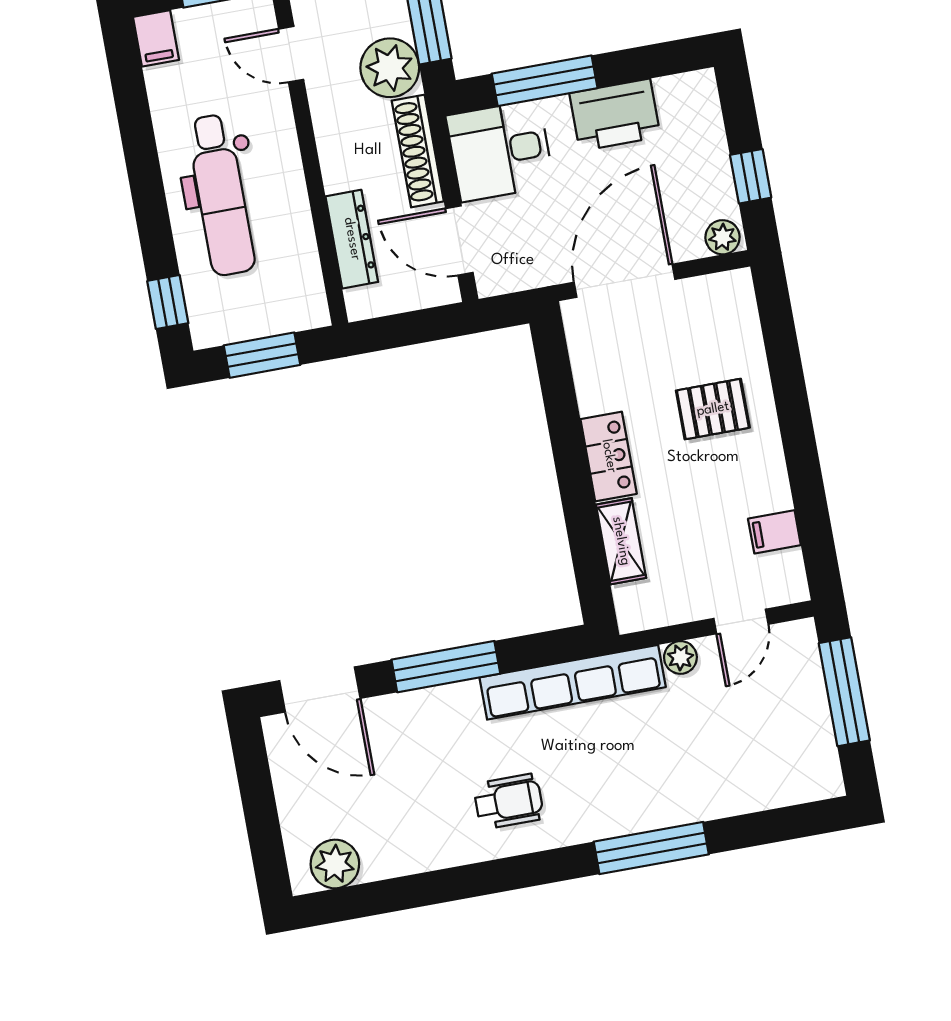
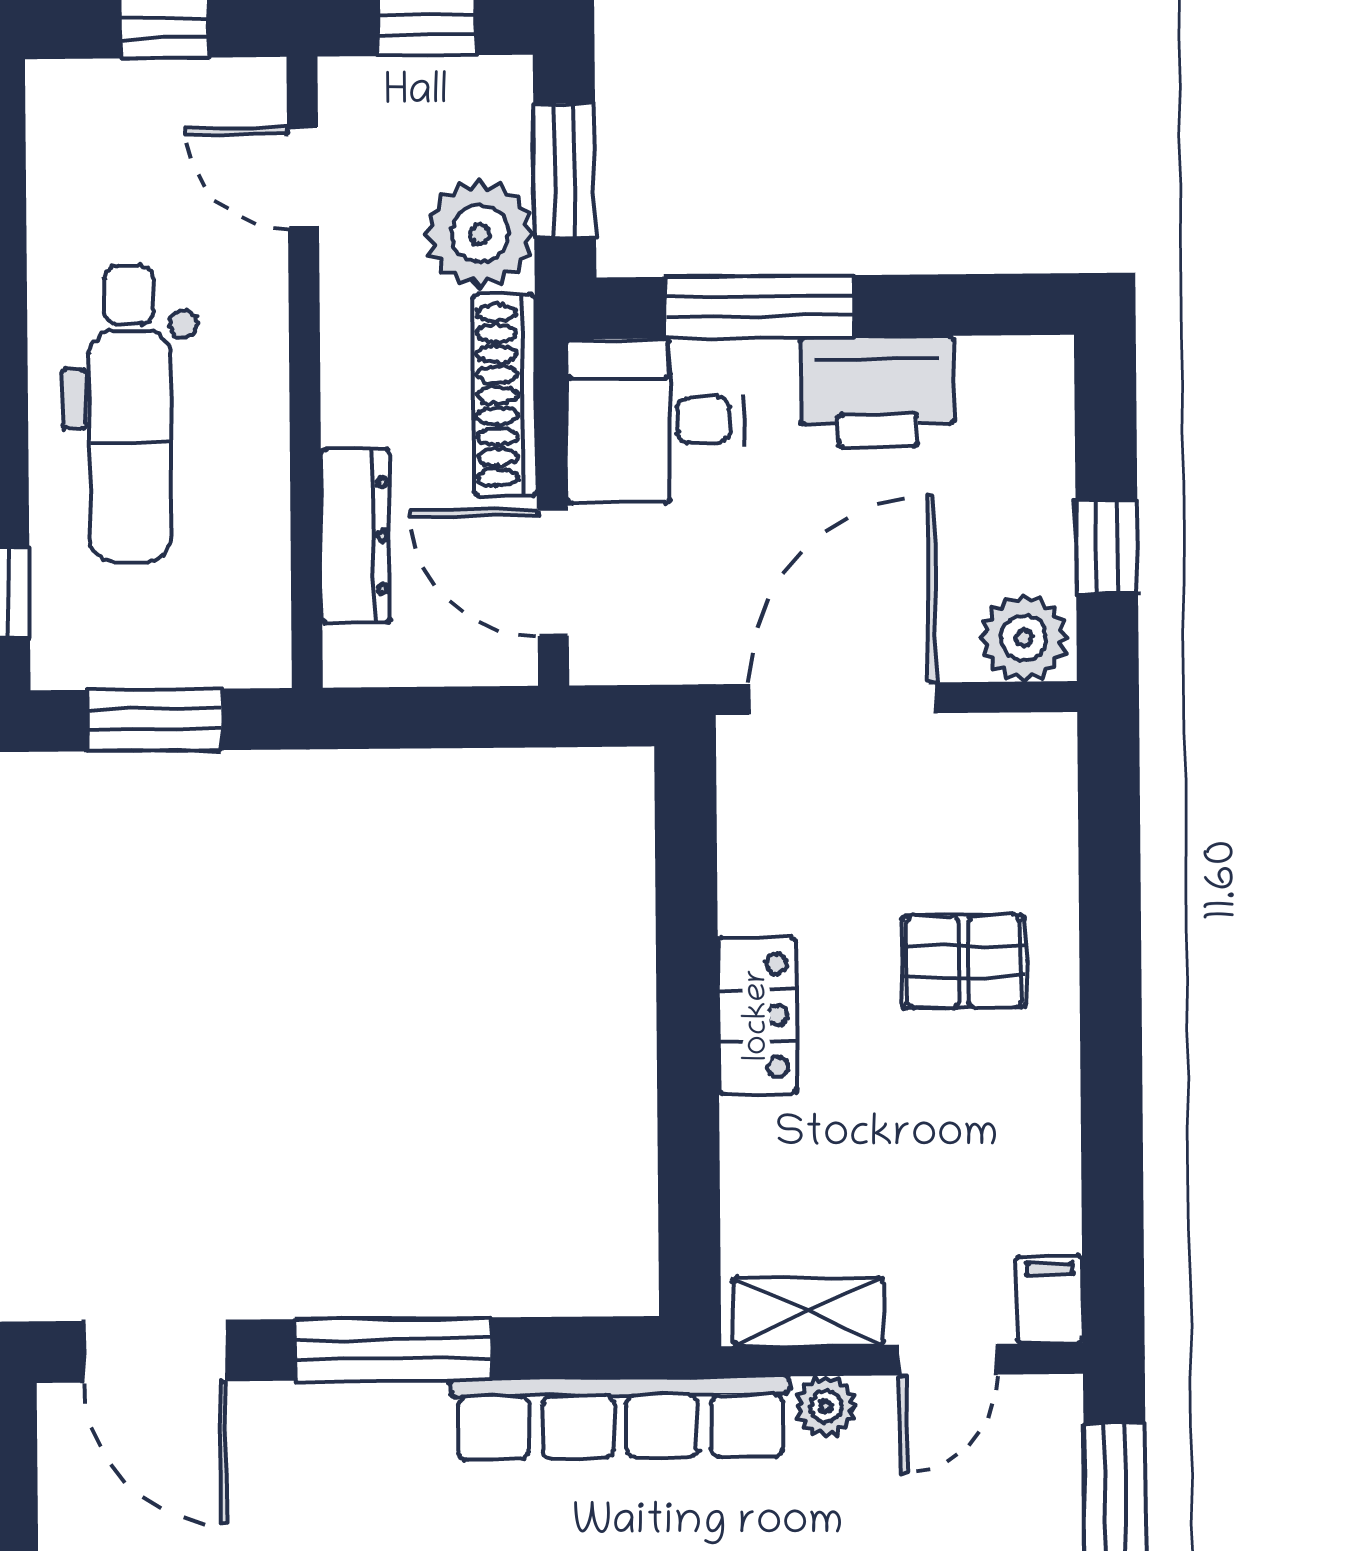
filing cabinet: (156, 38) -> (61, 106), removed
plant: (723, 237) -> (1024, 638), width x1.38, depth x1.38
filing cabinet: (774, 532) -> (1050, 1299), moved, turned 90
shelving: (621, 541) -> (808, 1311), moved, turned 90

